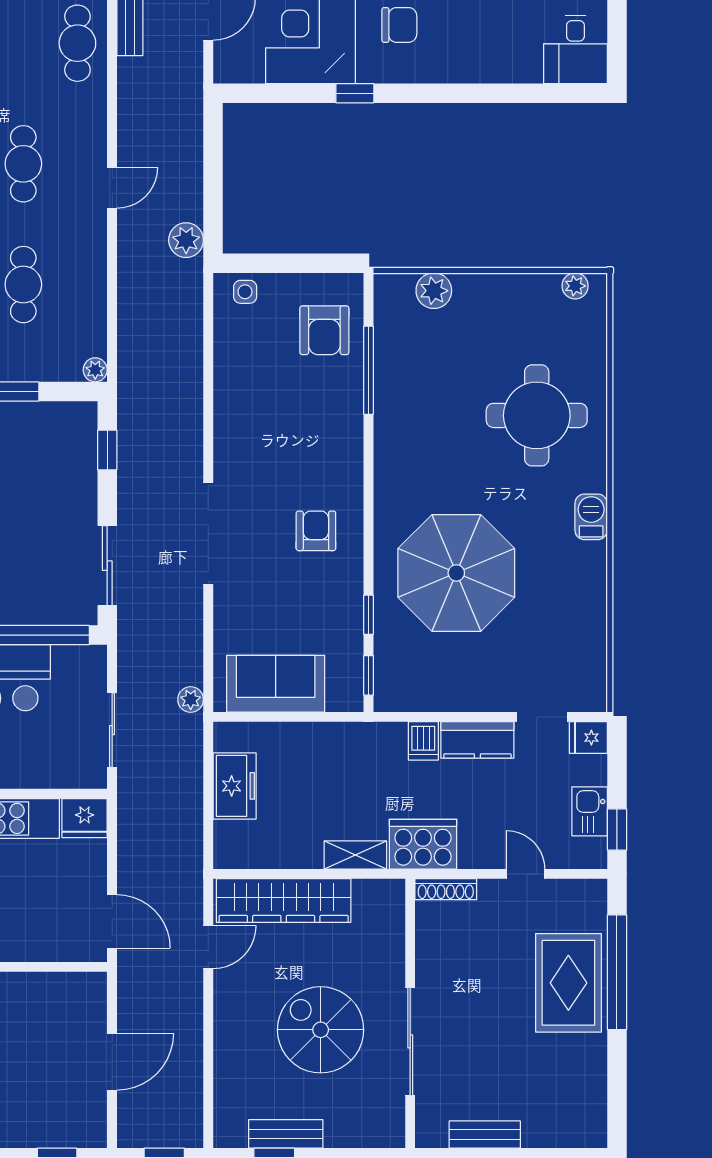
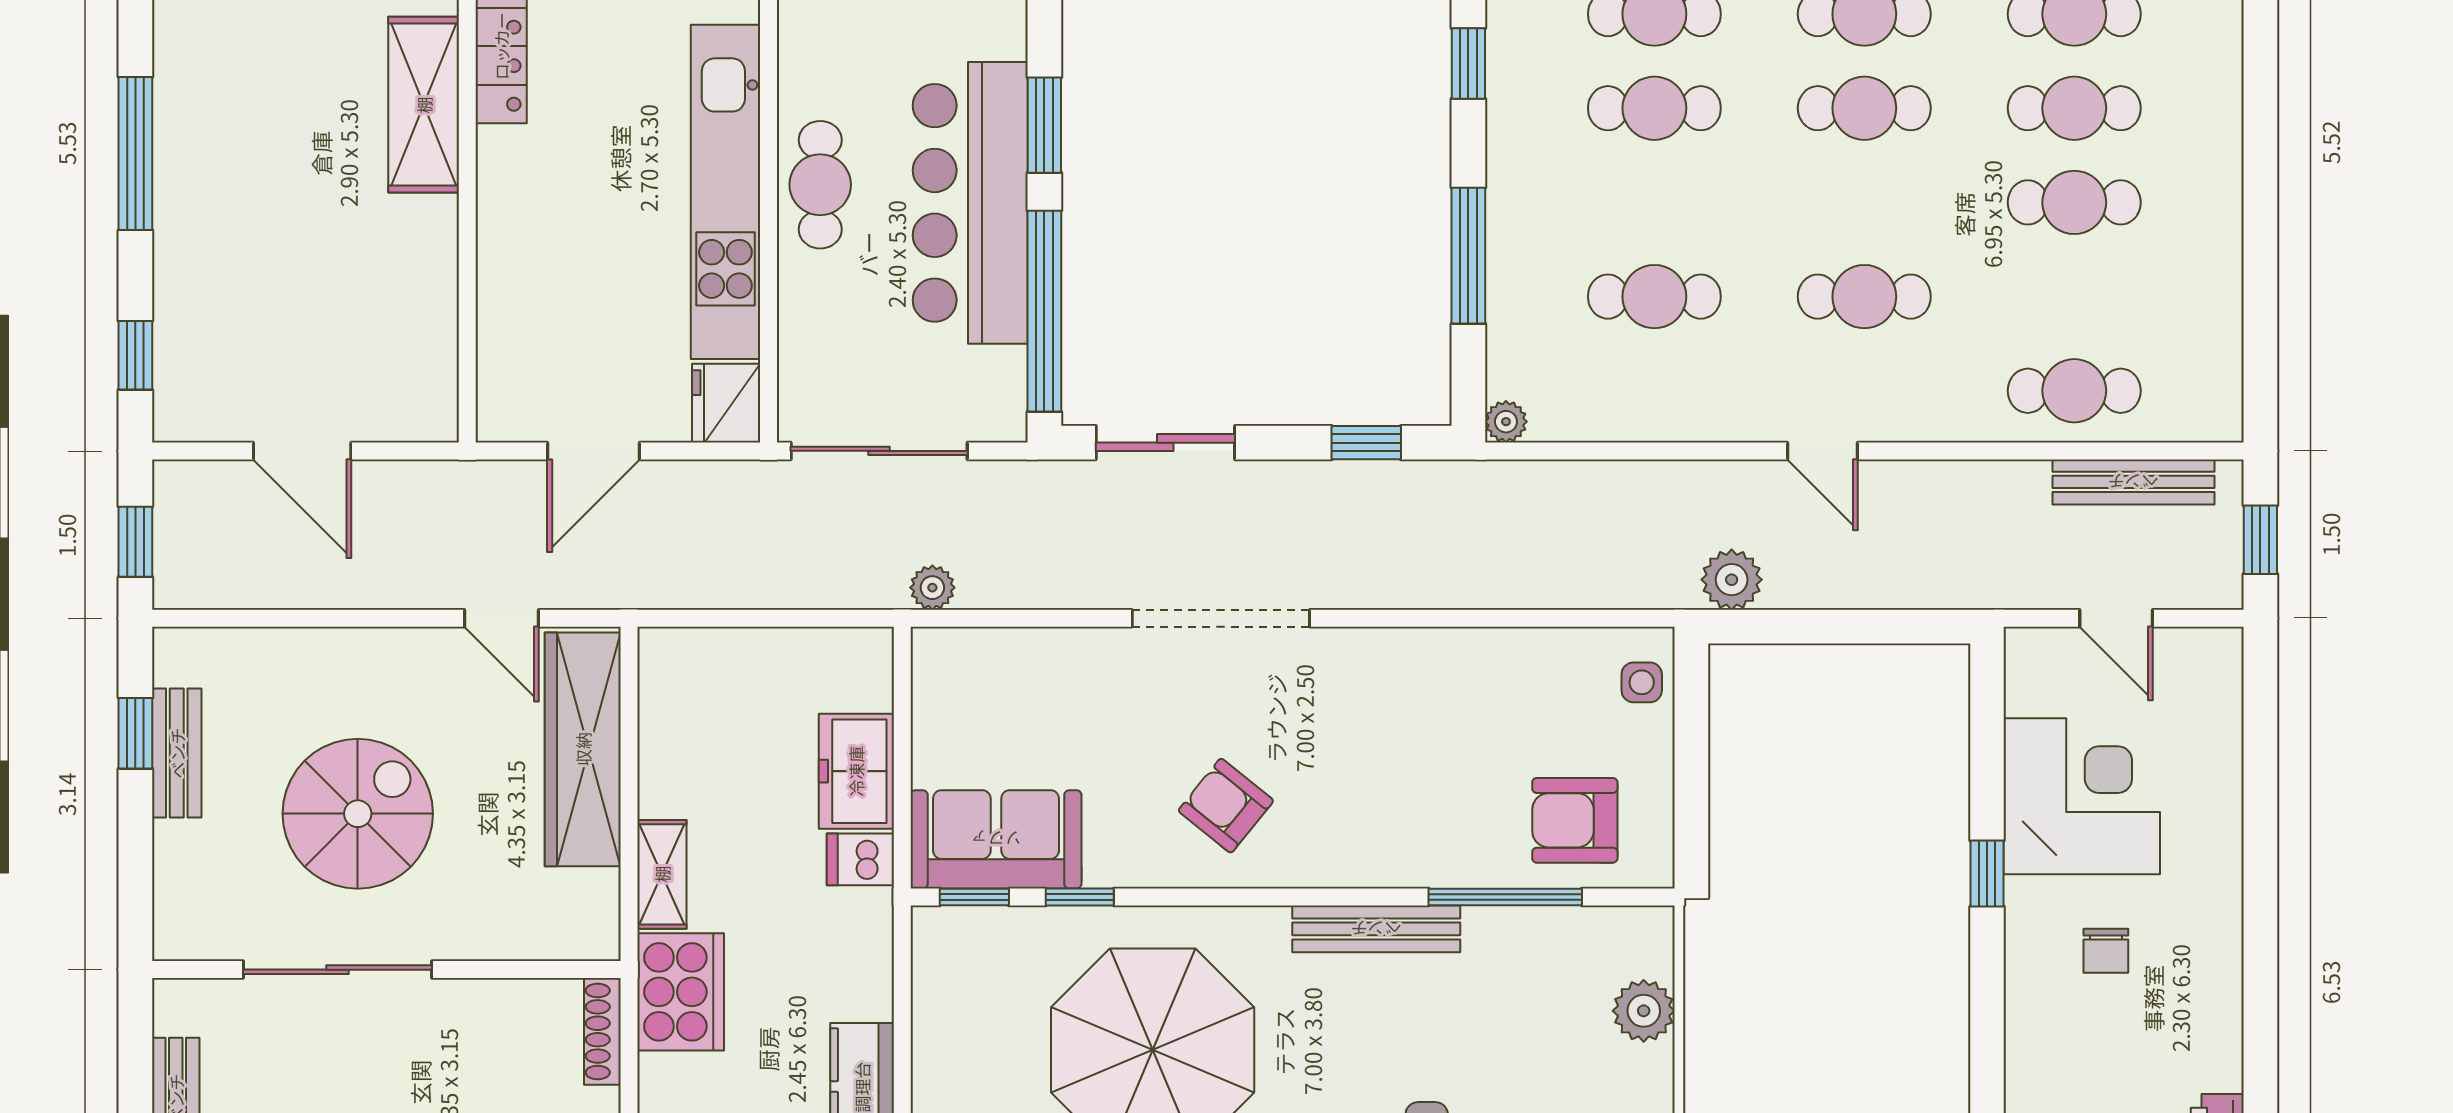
chair: (399, 25) -> (2106, 951), width x0.73, depth x0.73
bench: (387, 444) -> (1376, 929), added
armchair: (316, 531) -> (1226, 806), turned -141
sofa: (276, 684) -> (996, 839), moved, turned -90
sliding door: (112, 730) -> (879, 451), width x1.37
dishwasher: (423, 741) -> (860, 859), moved
freezer: (235, 786) -> (856, 771), moved, turned 90
door: (112, 921) -> (594, 451), moved

